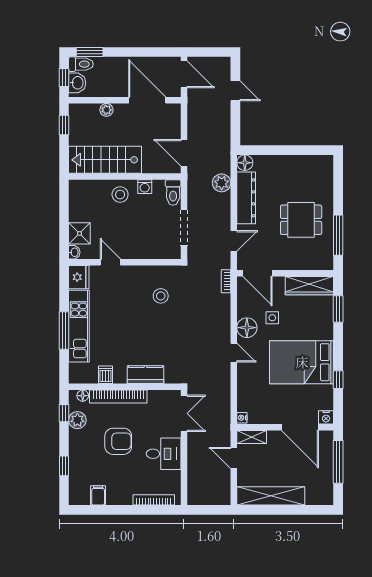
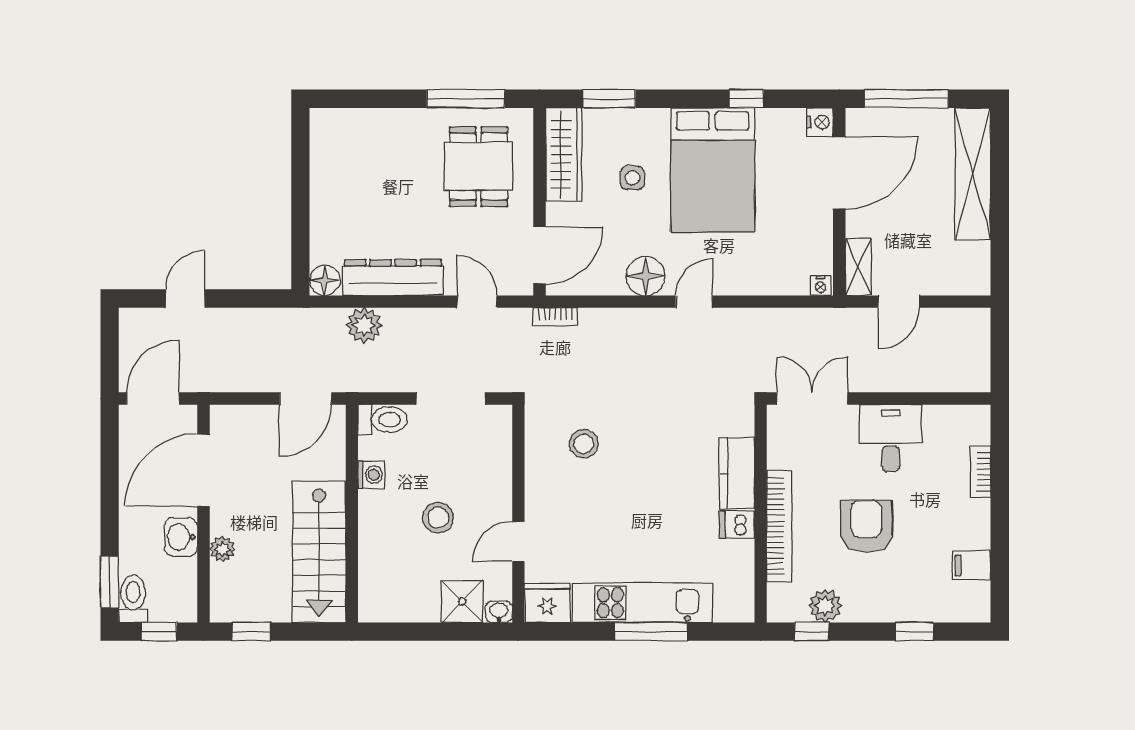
washbasin: (77, 83) -> (181, 537), moved, turned -90
stool: (120, 195) -> (438, 518), moved
dining table: (301, 220) -> (478, 166), moved
side table: (272, 318) -> (632, 178), moved
dishwasher: (105, 375) -> (737, 525), moved
floor lamp: (83, 396) -> (778, 595), removed
shelving: (271, 496) -> (973, 174), moved
bookcase: (154, 500) -> (980, 472), width x0.64

